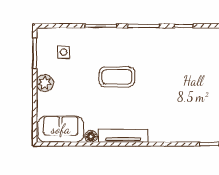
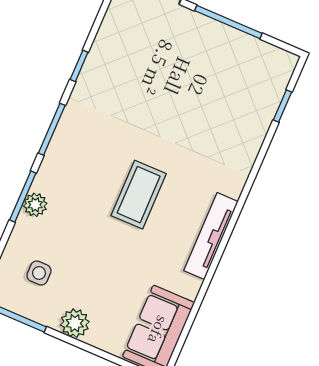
plant: (99, 34) -> (35, 205), added
coffee table: (117, 77) -> (139, 195), moved
floor lamp: (91, 136) -> (190, 287), removed

